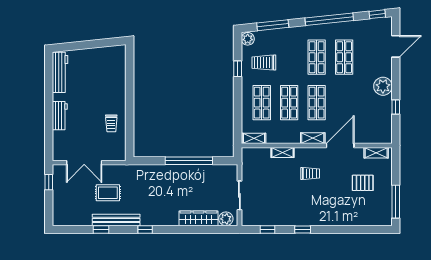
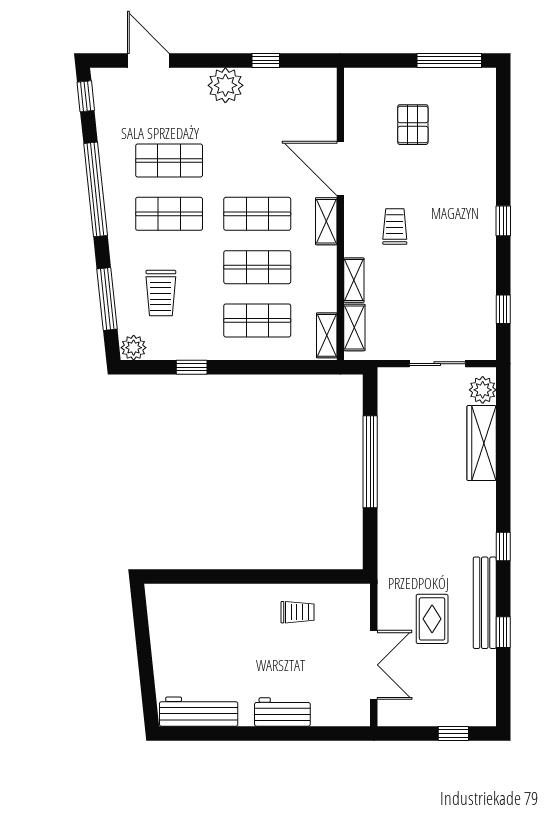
trolley: (264, 63) -> (161, 293), moved
shelving: (376, 153) -> (354, 327), moved
window: (49, 182) -> (453, 733), moved
window: (303, 229) -> (503, 221), moved

